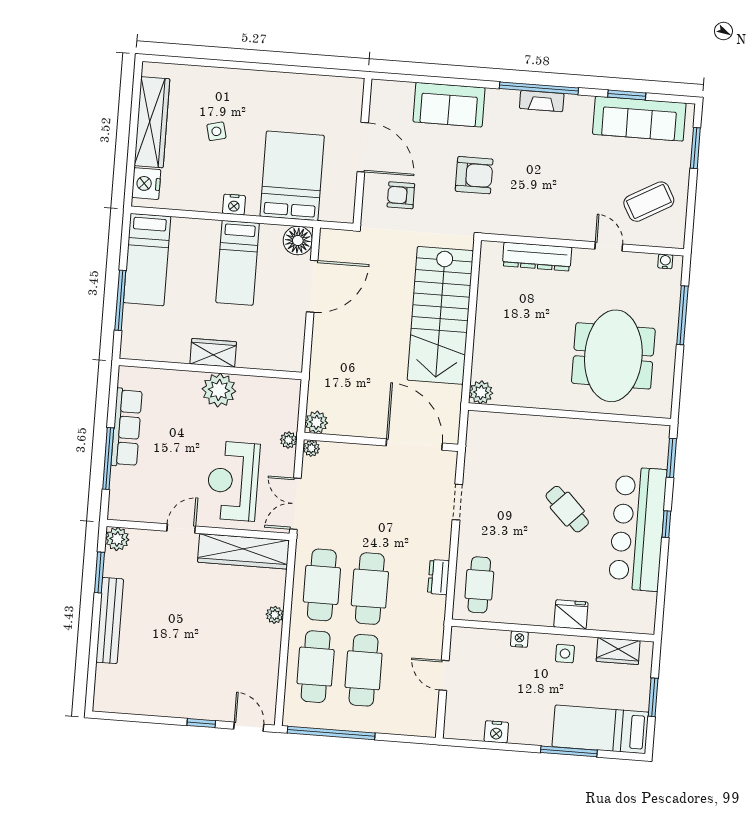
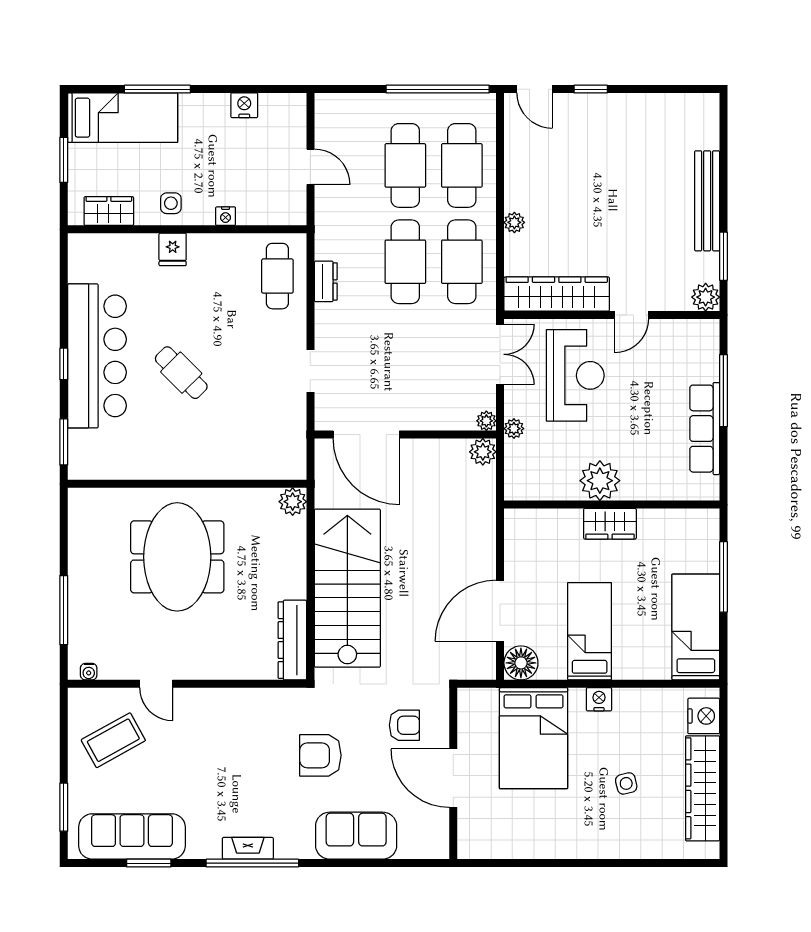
dresser: (537, 257) -> (292, 640), moved, turned -90
meeting table: (613, 356) -> (177, 557), moved
fridge: (571, 615) -> (173, 249), width x0.72

